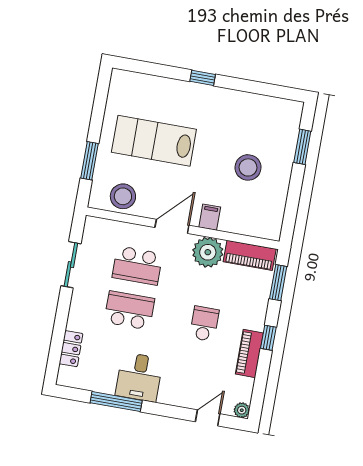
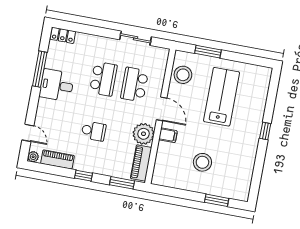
locker: (71, 349) -> (63, 35), moved
piano: (249, 353) -> (57, 159), moved

